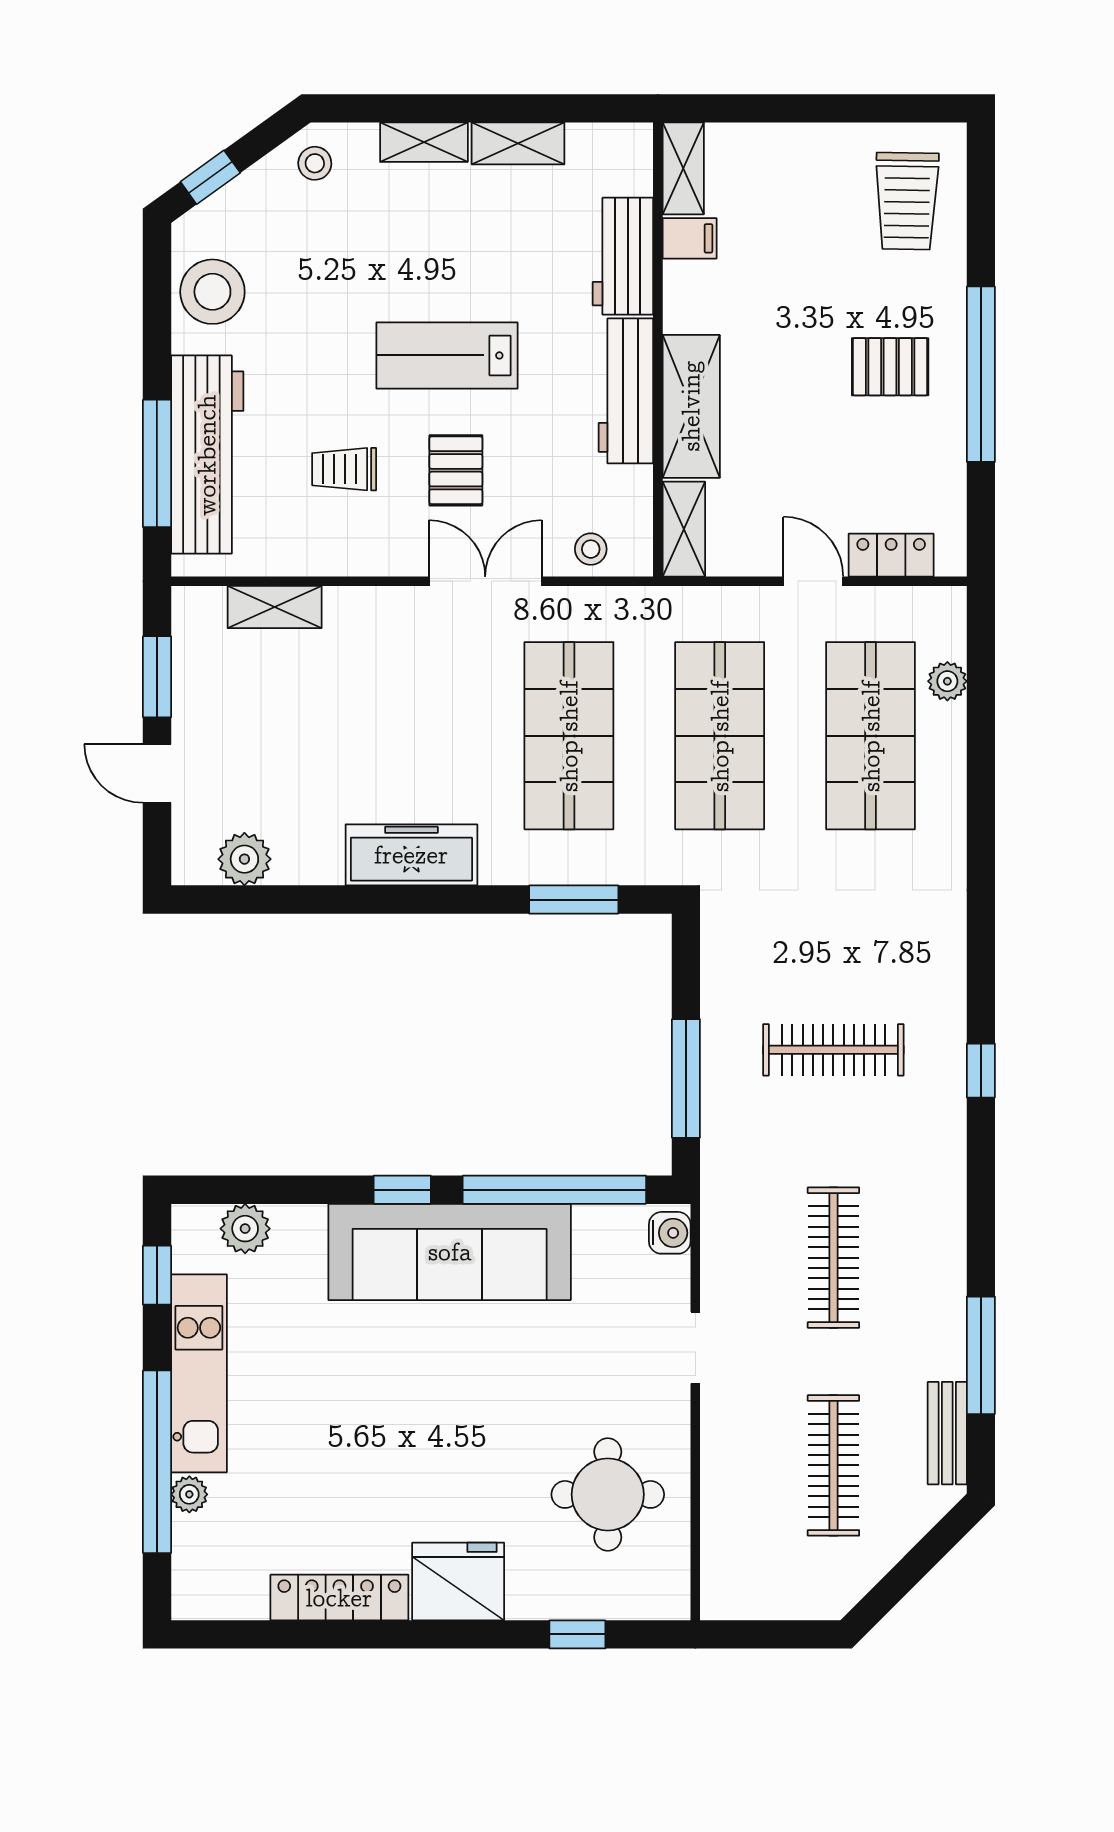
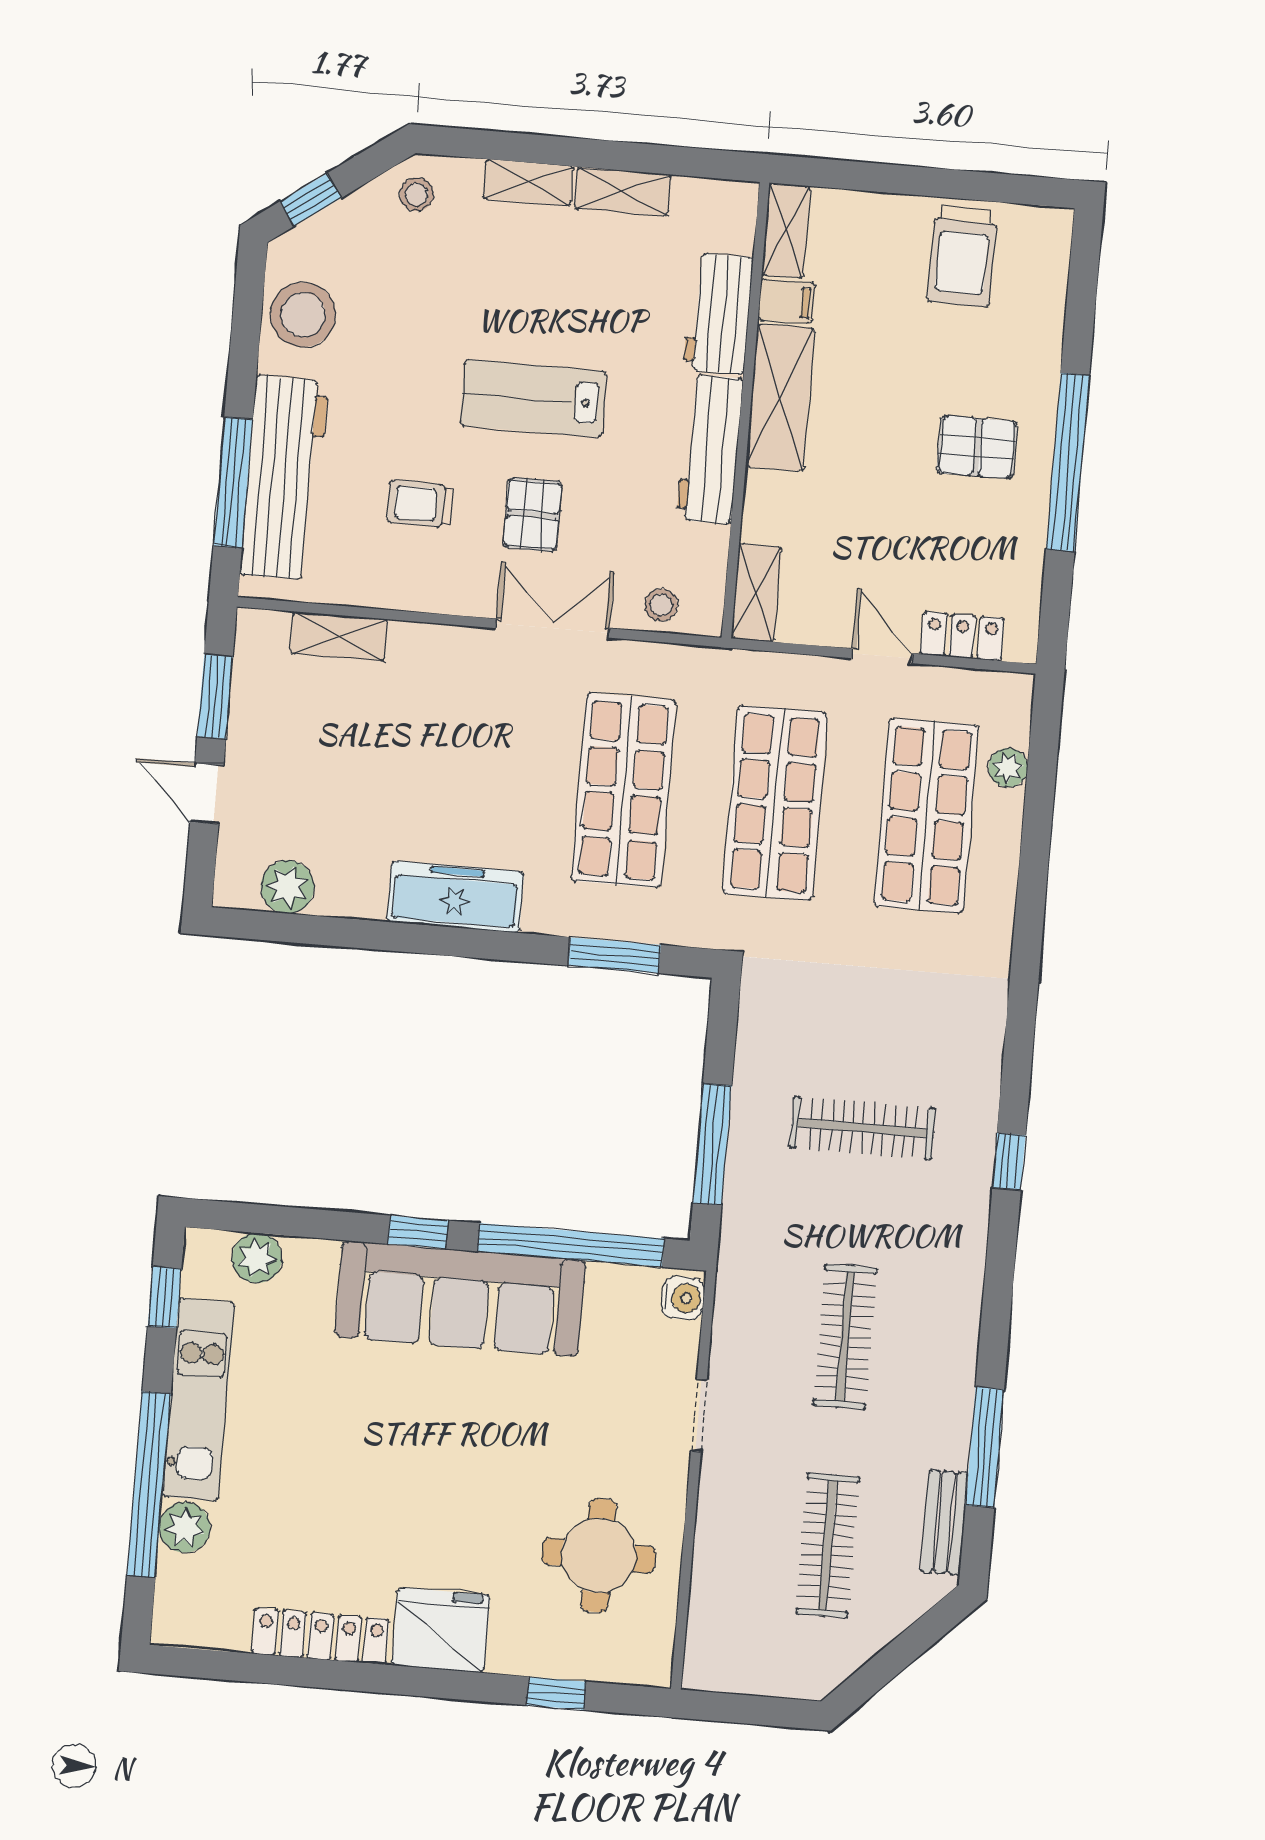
trolley: (907, 201) -> (962, 256), moved
shelving: (691, 406) -> (780, 397), moved
plant: (189, 1494) -> (185, 1527), width x1.38, depth x1.38

